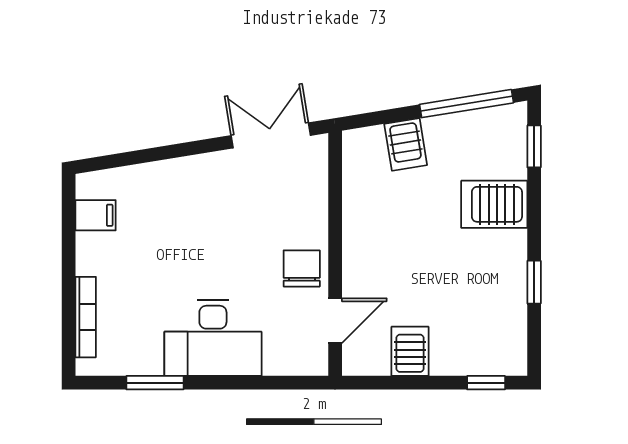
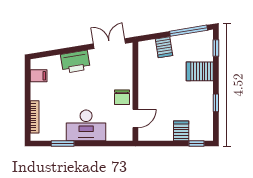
printer: (186, 180) -> (75, 62), added
chair: (302, 268) -> (122, 97), turned 180
server rack: (410, 351) -> (181, 131), moved

